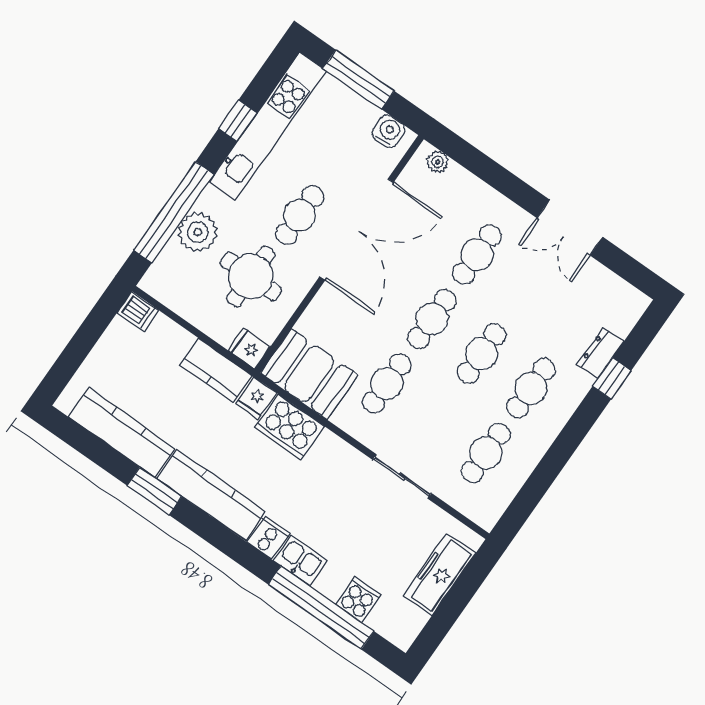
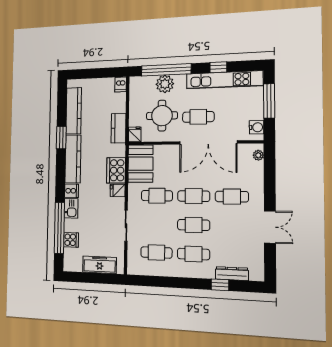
double door: (570, 227) -> (270, 227), swing flipped
dresser: (600, 353) -> (232, 274), width x1.44
fridge: (256, 398) -> (118, 190), moved

